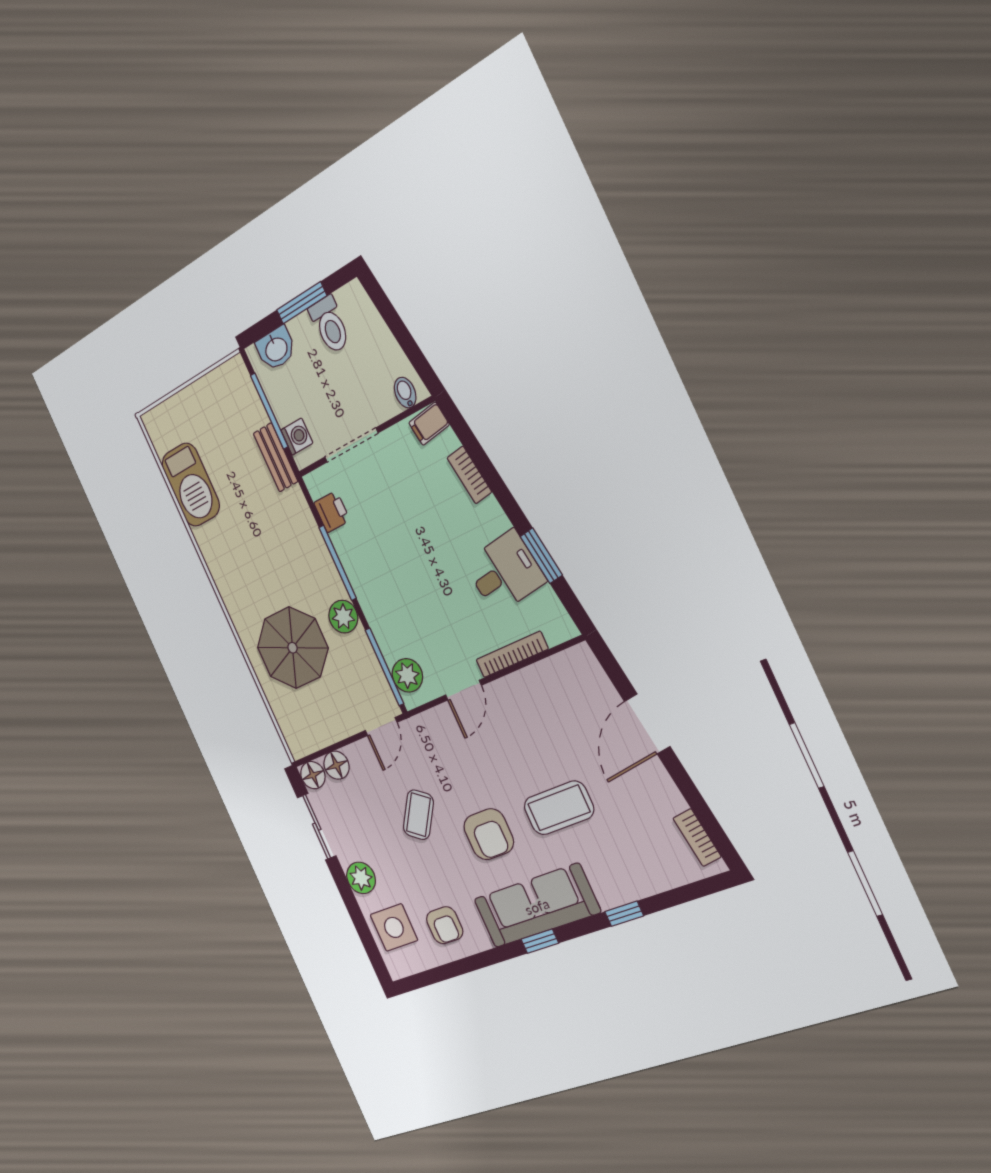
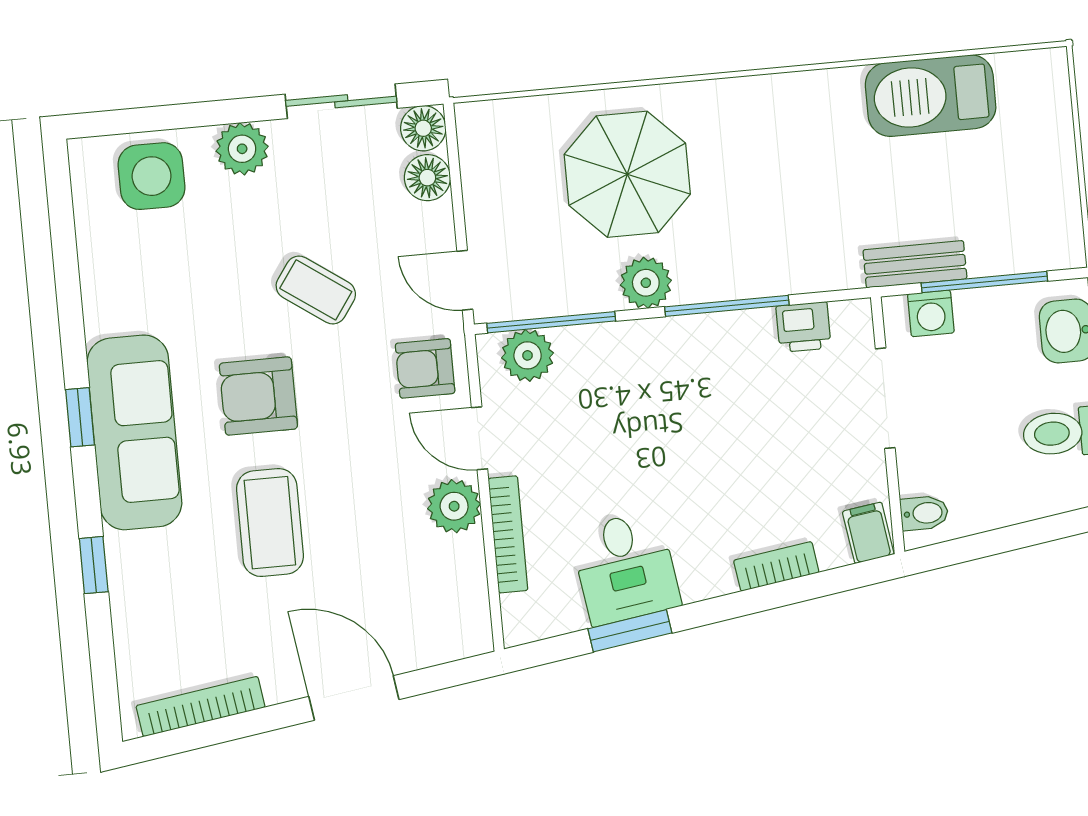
plant: (508, 694) -> (454, 506), added
bookcase: (697, 837) -> (200, 706), width x1.56
armchair: (445, 925) -> (425, 368), moved

